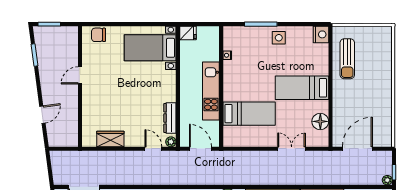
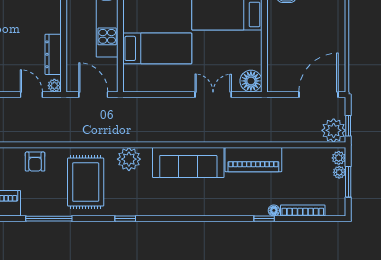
floor lamp: (320, 121) -> (251, 81), moved
door: (357, 149) -> (318, 95), moved
plant: (387, 180) -> (334, 130), width x1.88, depth x1.88

